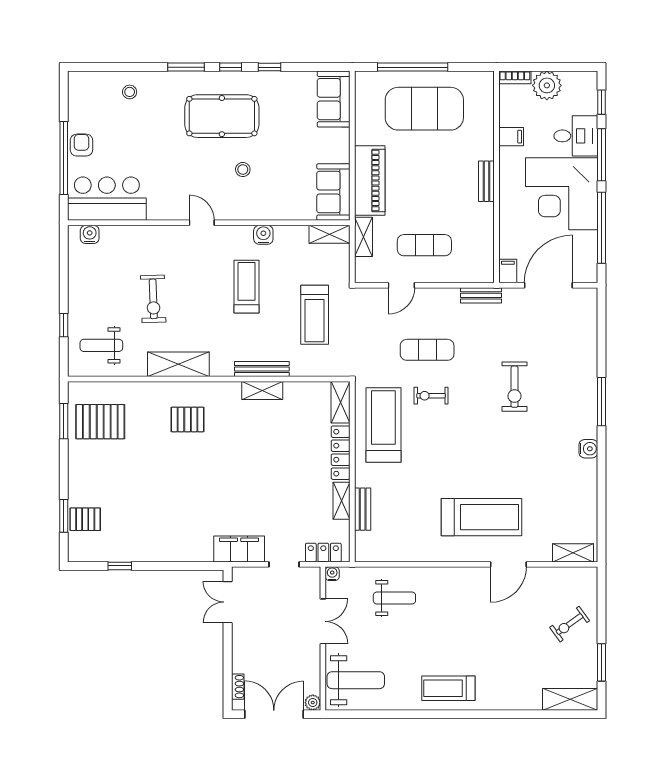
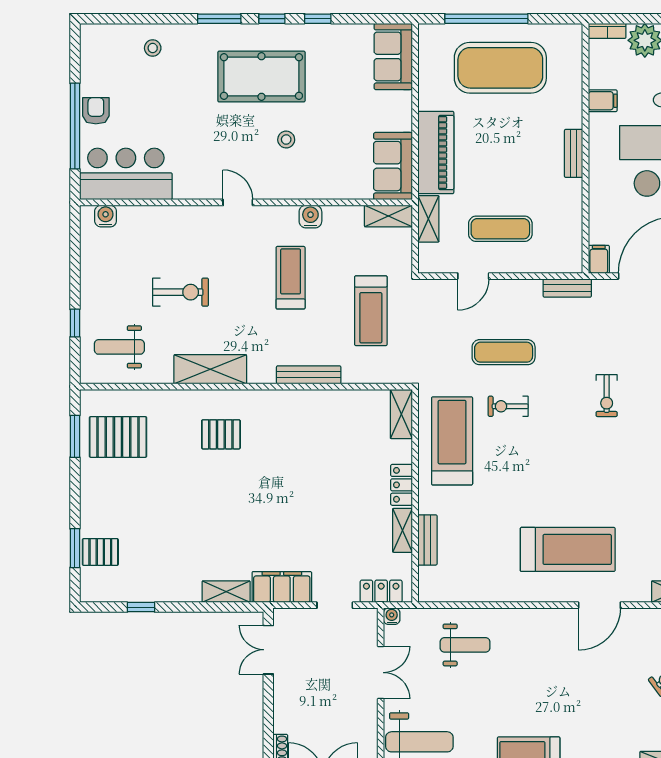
exercise bike: (153, 299) -> (181, 292), turned -88
exercise bike: (515, 387) -> (607, 396), width x0.73, depth x0.72
shelving: (262, 390) -> (226, 592), moved
locker: (341, 453) -> (401, 485), width x0.66

